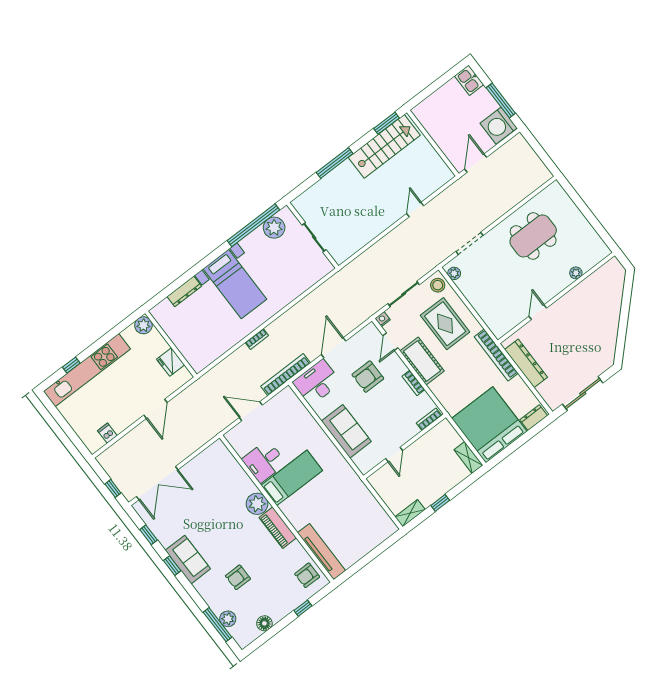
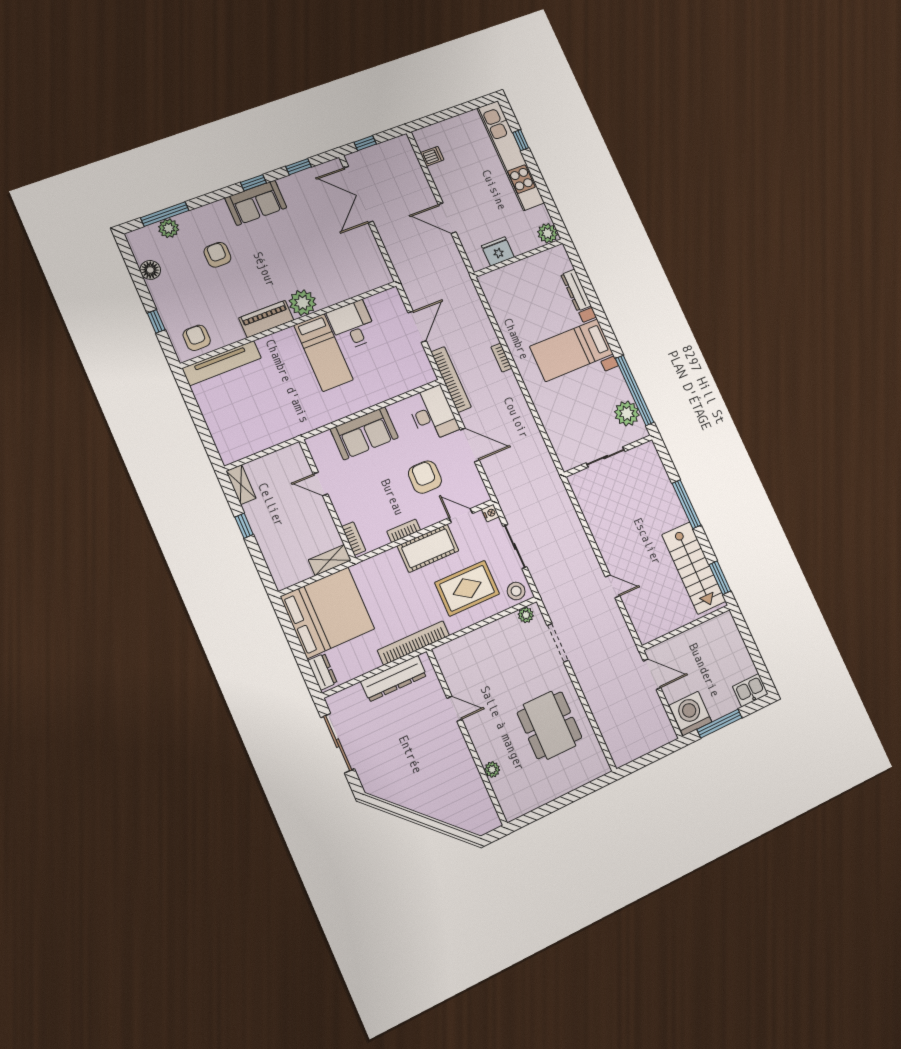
shelving: (468, 457) -> (330, 560), moved

